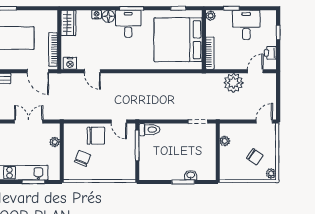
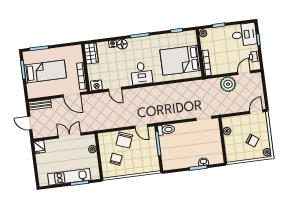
desk: (128, 24) -> (142, 73), moved, turned 180
desk: (246, 25) -> (244, 35), moved, turned 90
bed: (178, 40) -> (180, 60), width x0.73
chair: (96, 136) -> (124, 140), turned 111

